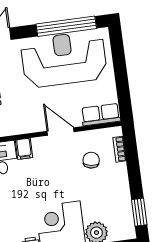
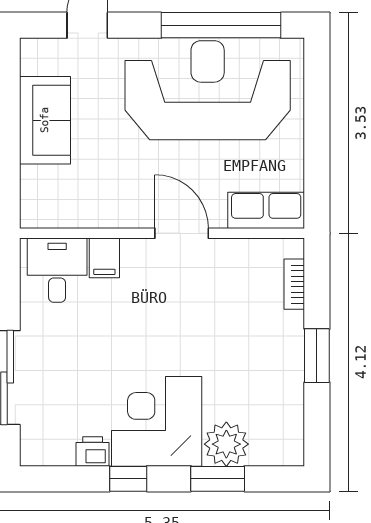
chair: (91, 160) -> (235, 298), removed
window: (139, 212) -> (317, 356), moved

